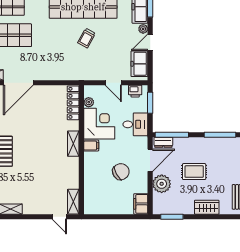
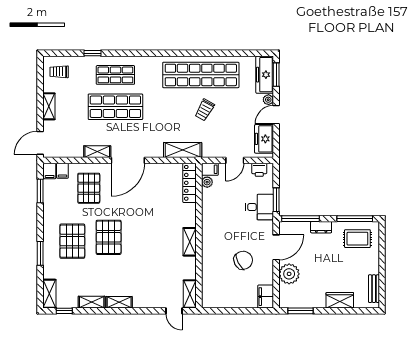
shelving: (67, 74) -> (183, 150), added
door: (113, 83) -> (235, 160), hinge flipped
window: (150, 103) -> (276, 200), moved
corner desk: (99, 124) -> (219, 206), removed
dresser: (163, 142) -> (321, 227), moved
shelving: (73, 144) -> (190, 242), moved
filing cabinet: (91, 146) -> (210, 169), moved
rug: (194, 172) -> (357, 239), moved

